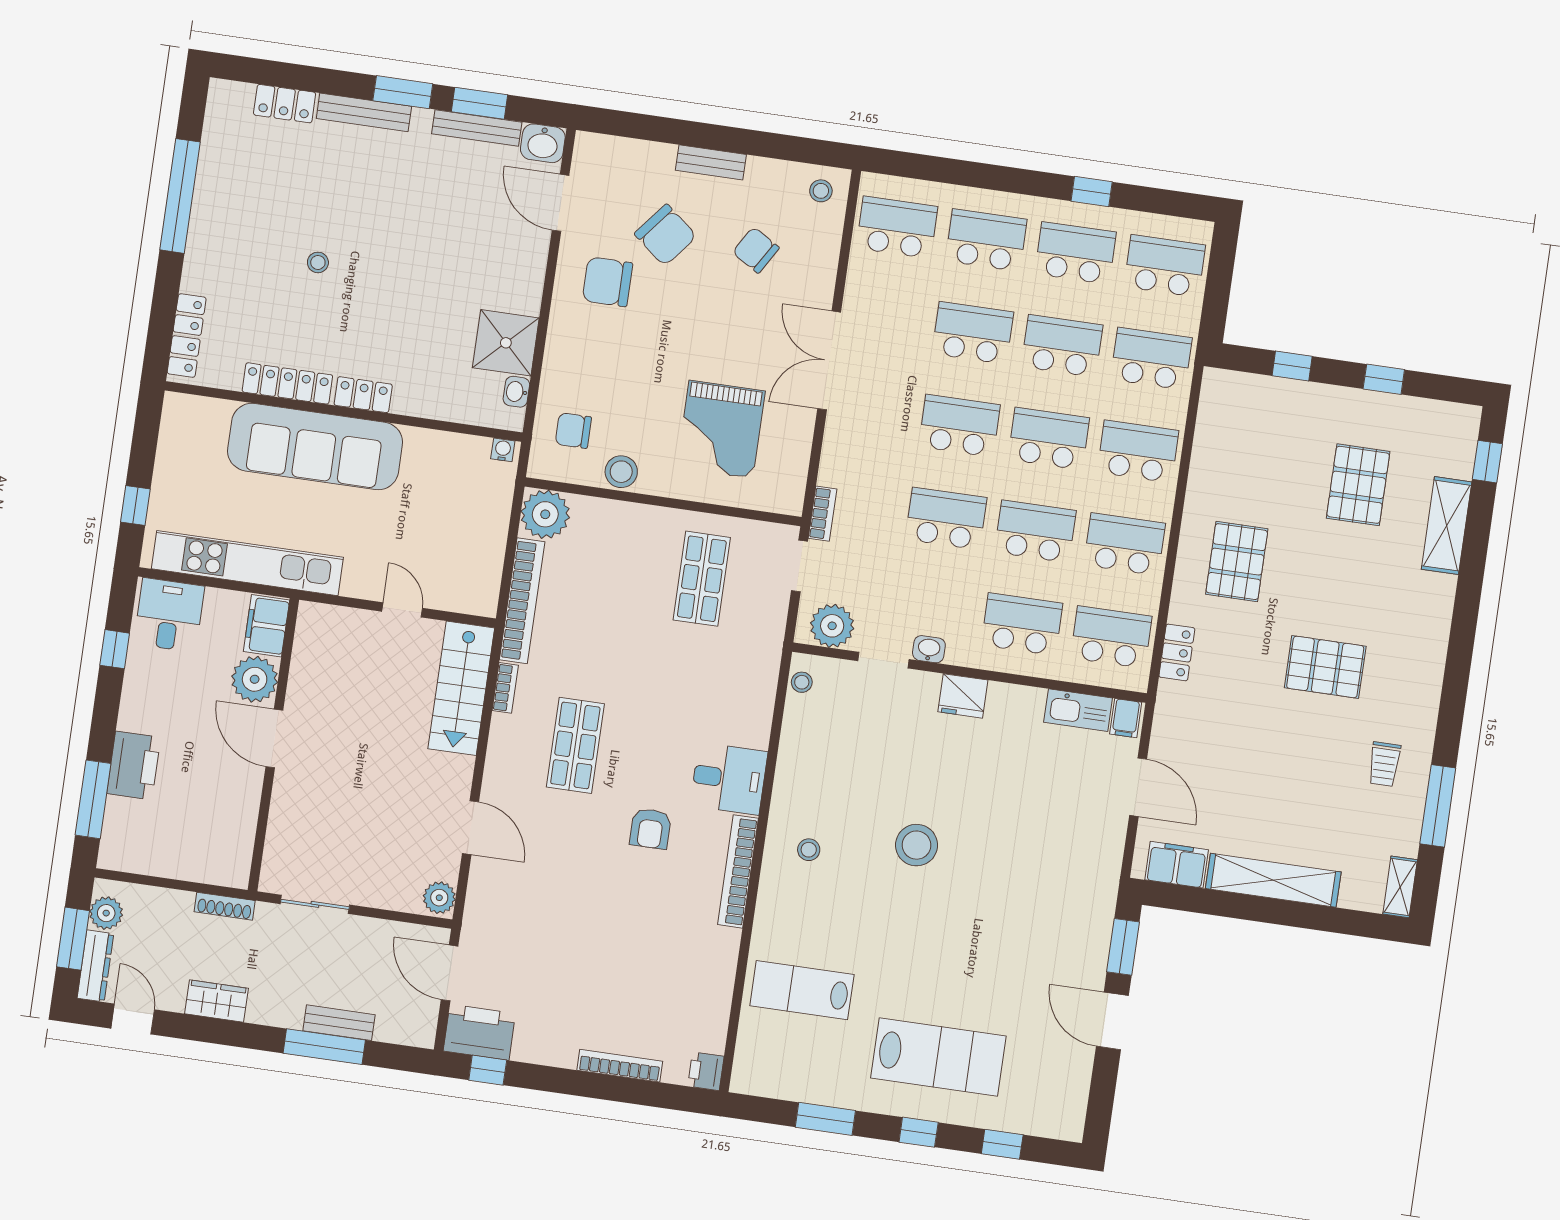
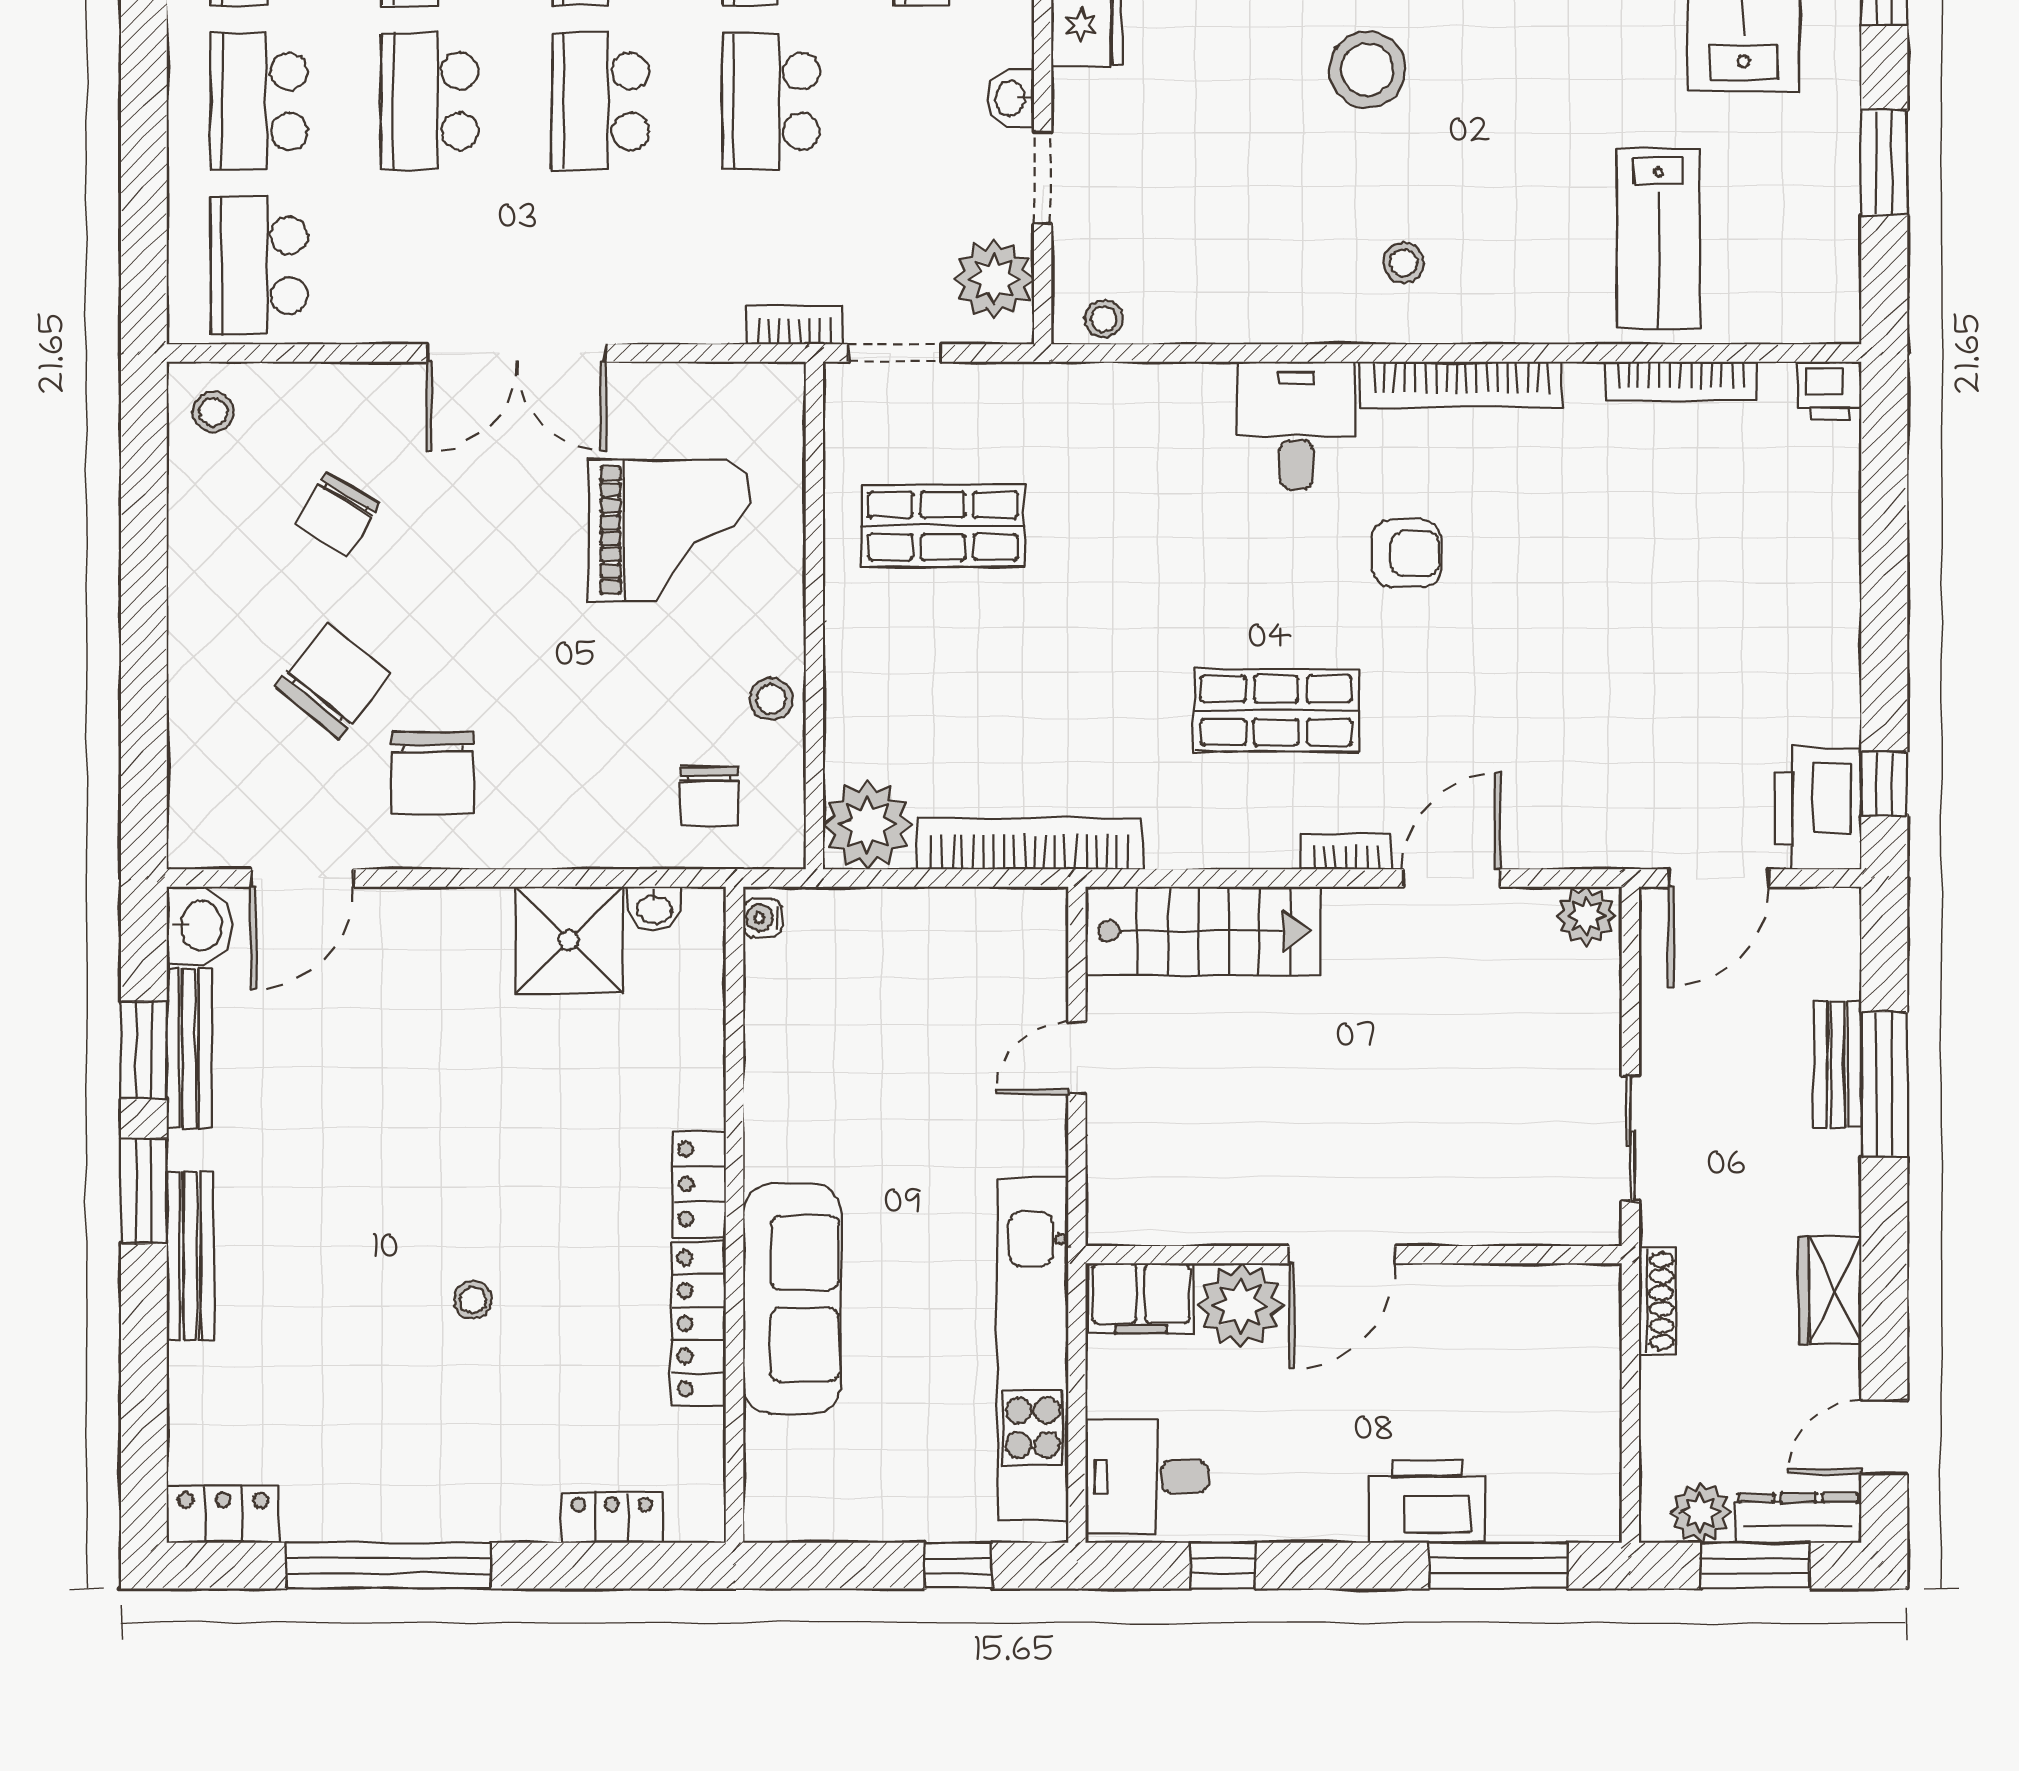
locker: (285, 104) -> (223, 1514), moved, turned -90
bench: (711, 162) -> (190, 617), removed
locker: (187, 336) -> (612, 1517), width x0.66
sofa: (315, 447) -> (792, 1299), width x0.74, depth x0.79
stool: (621, 472) -> (771, 699), width x0.73, depth x0.73
bookcase: (505, 688) -> (1346, 852), moved
bookcase: (620, 1066) -> (1681, 381), moved, turned -90

